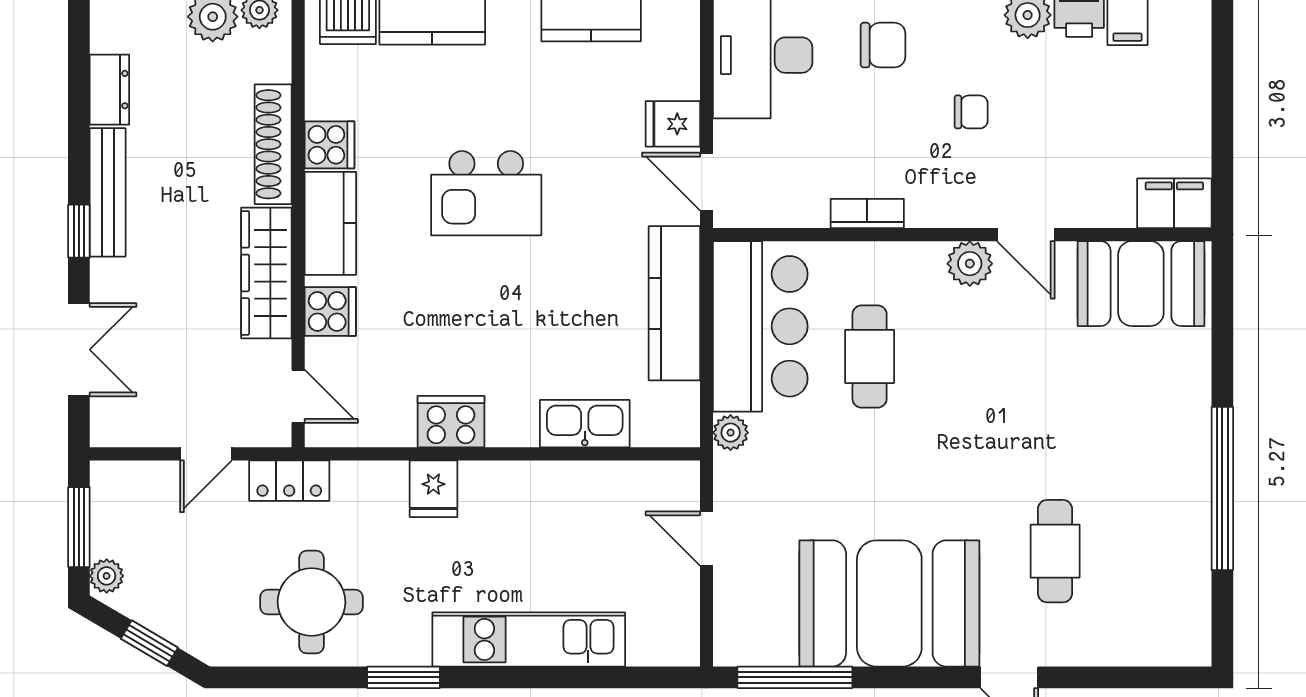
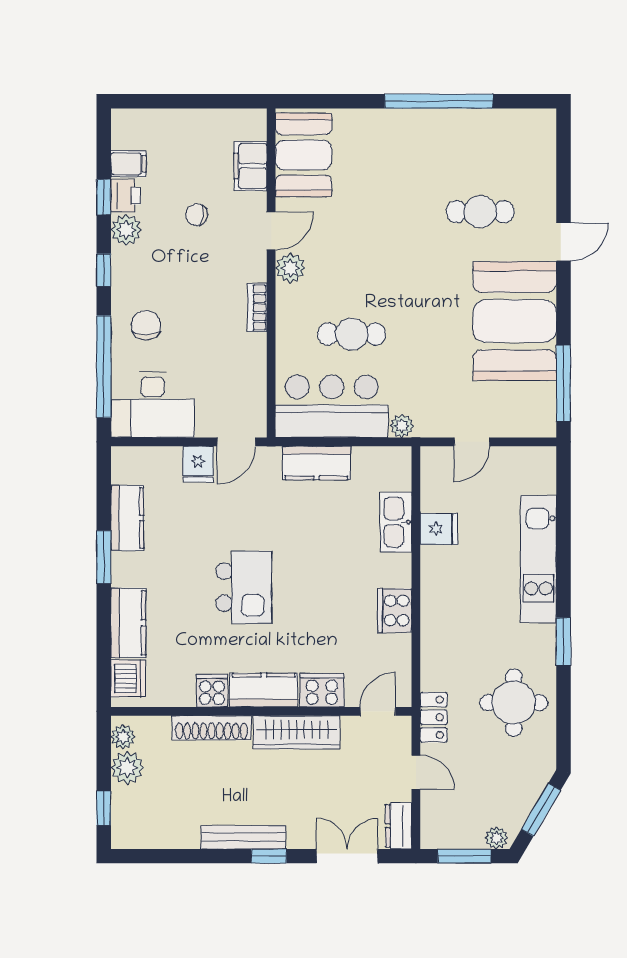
dresser: (109, 90) -> (399, 826), moved, turned -90
chair: (971, 112) -> (197, 215), moved, turned -82
filing cabinet: (1174, 203) -> (251, 166), moved
bookcase: (867, 213) -> (257, 308), moved
kitchen counter: (674, 303) -> (317, 463), width x0.67
cooker: (330, 311) -> (322, 690), width x1.36
fridge: (433, 489) -> (439, 529), moved
window: (149, 643) -> (541, 810), width x1.50

